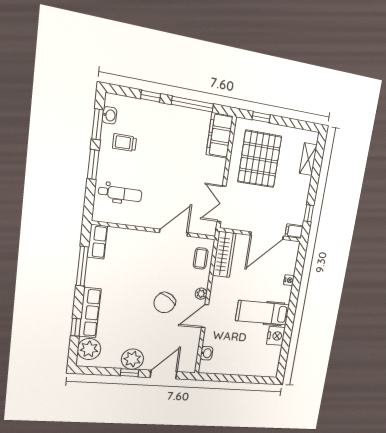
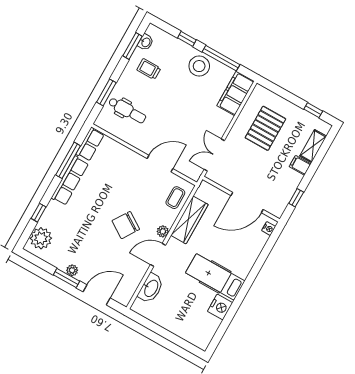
window: (261, 117) -> (313, 110), moved
stool: (174, 121) -> (199, 66), added
pallet: (260, 159) -> (265, 128), width x0.73, depth x0.71
window: (93, 165) -> (106, 92), moved
filing cabinet: (294, 231) -> (300, 165), moved
wardrobe: (224, 254) -> (189, 220), moved
nightstand: (289, 280) -> (269, 229), moved
row of seats: (90, 313) -> (70, 181), moved
washbasin: (207, 353) -> (151, 288), width x1.91, depth x1.45
plant: (132, 359) -> (72, 270), width x0.53, depth x0.53
window: (130, 373) -> (67, 278), width x1.50

